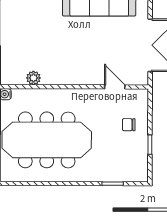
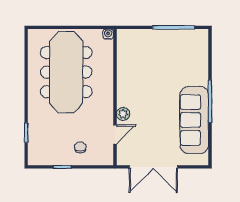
plant: (33, 78) -> (123, 114), moved

